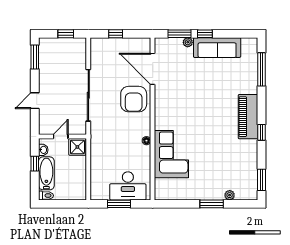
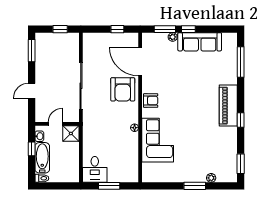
window: (116, 34) -> (117, 29), moved
armchair: (164, 111) -> (151, 101), added
desk: (128, 186) -> (95, 169), moved, width x0.73

